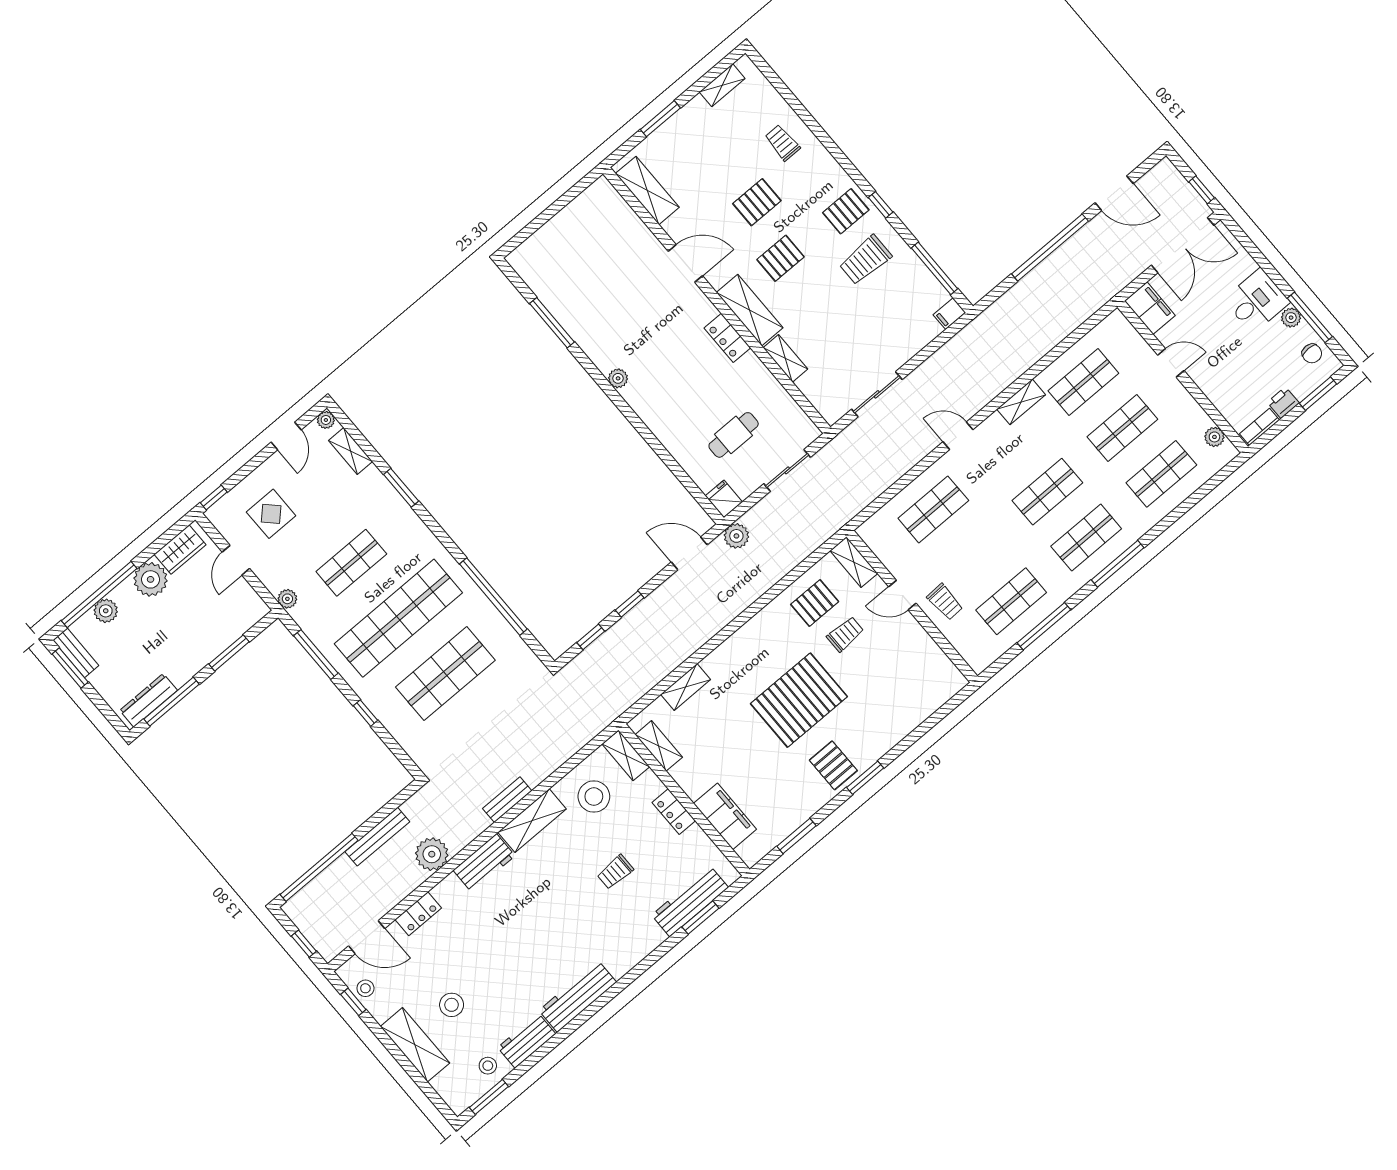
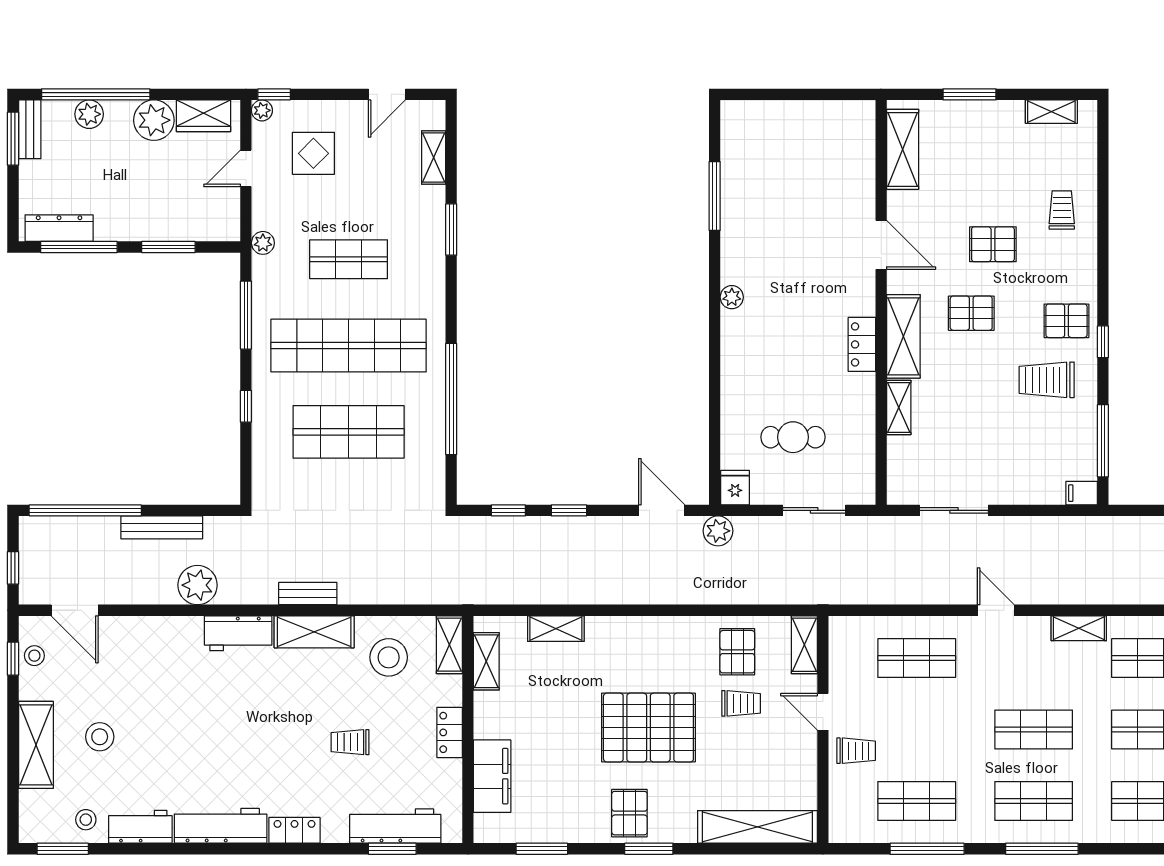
plant: (326, 420) -> (262, 110), moved
trolley: (945, 602) -> (856, 751), turned -88
pallet: (815, 603) -> (737, 652), turned 90
shelving: (923, 705) -> (757, 827), added
locker: (418, 914) -> (294, 830), moved, turned 180

